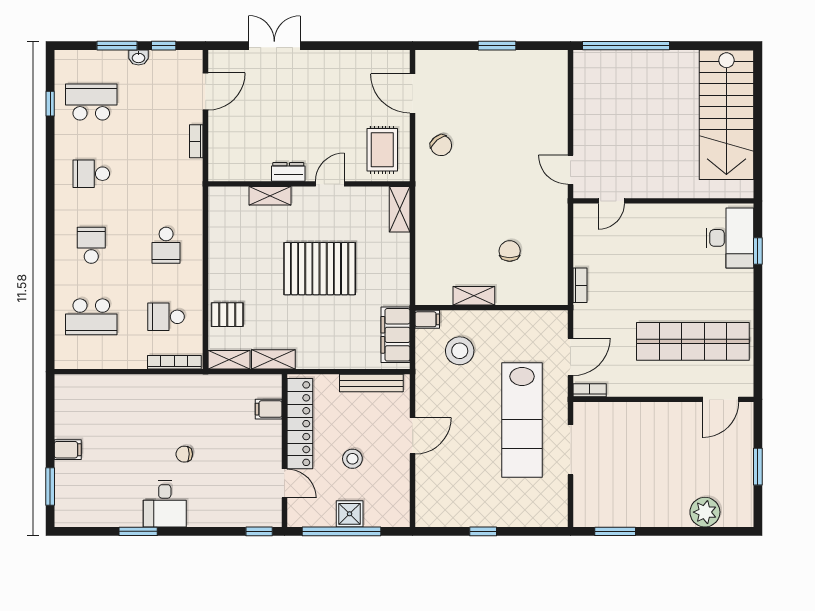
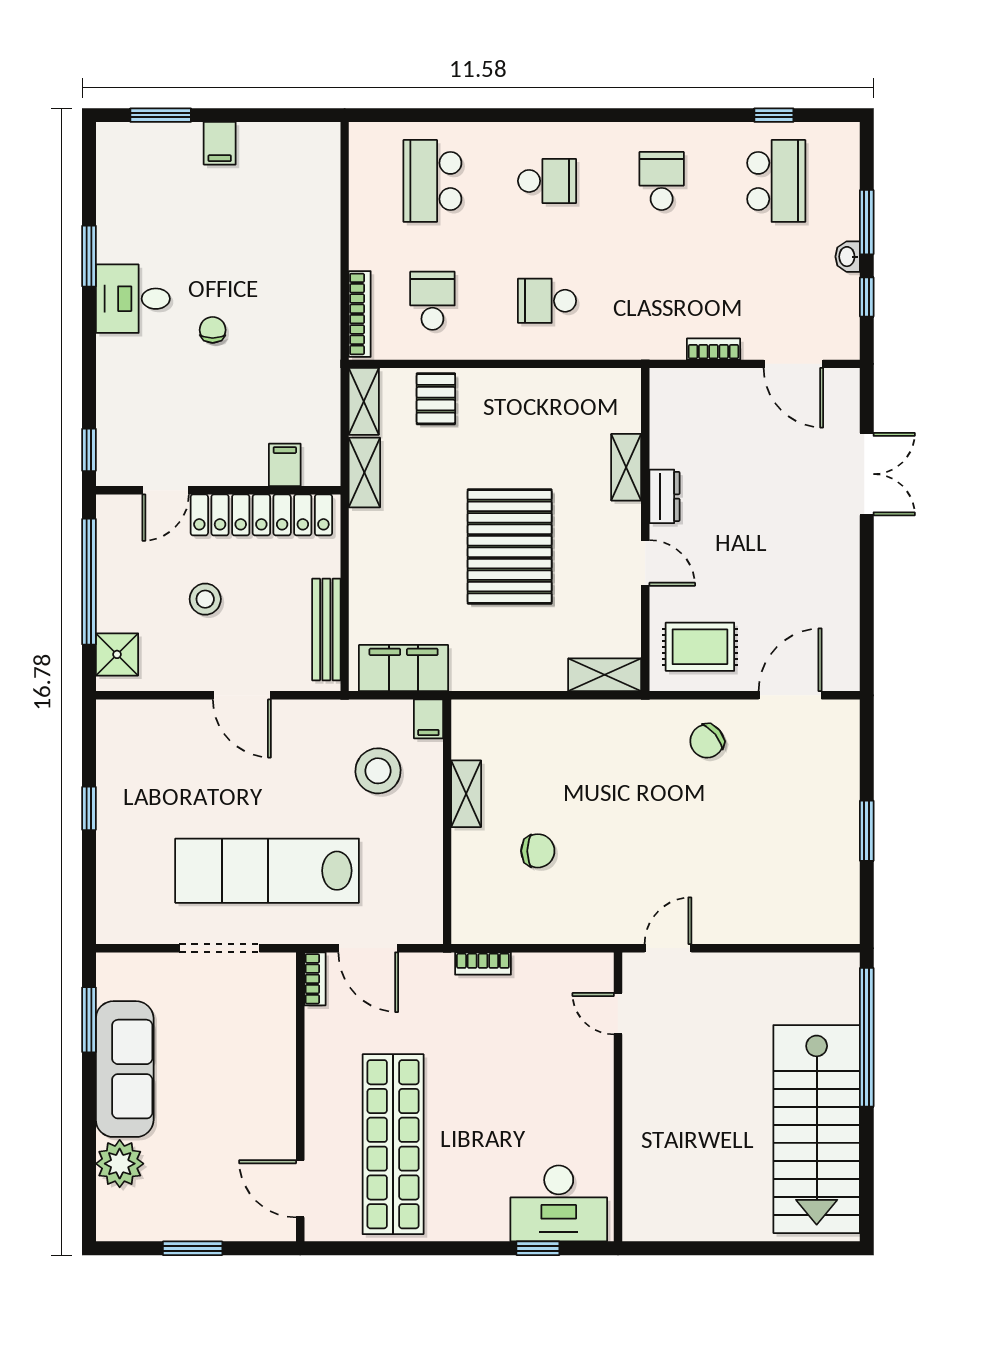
stairs: (726, 115) -> (817, 1129), moved, turned -90
sofa: (646, 509) -> (125, 1069), added
shower: (350, 514) -> (117, 654), moved

